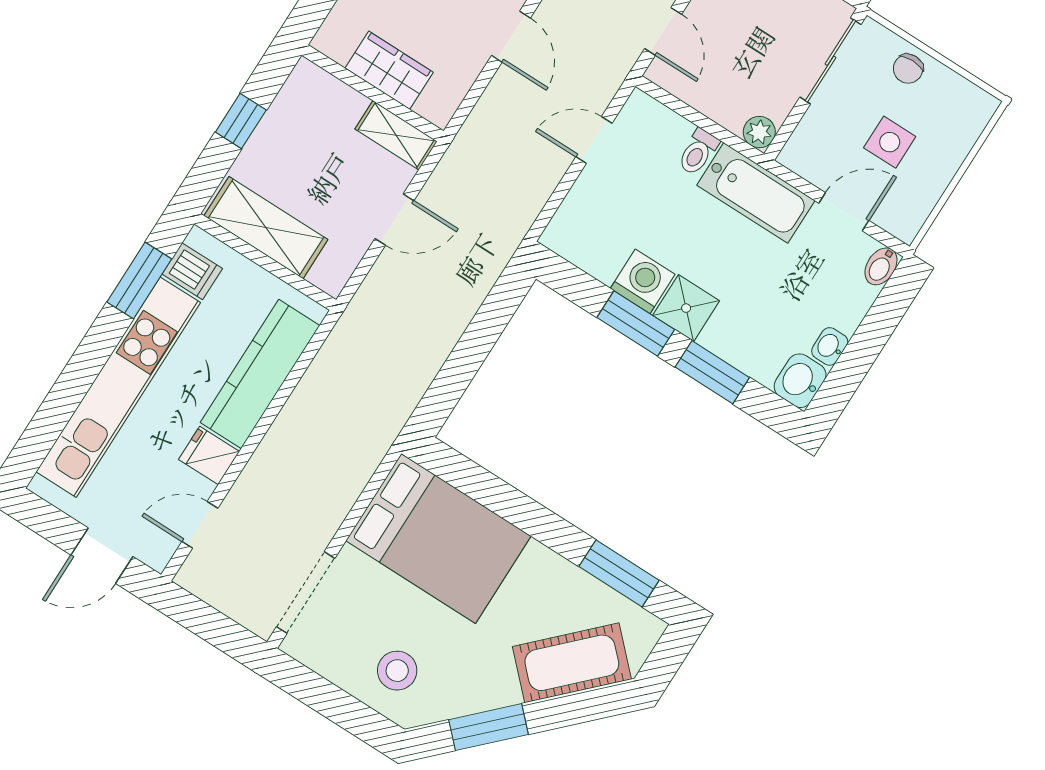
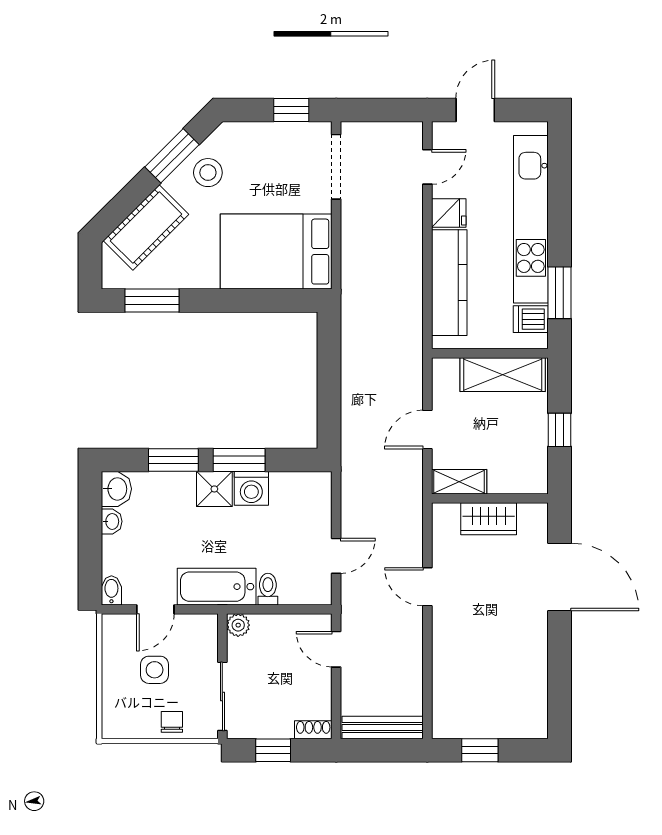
stool: (397, 671) -> (208, 173), moved
window: (316, 692) -> (291, 110), added

